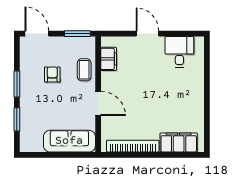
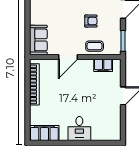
desk: (179, 52) -> (79, 128), moved, turned 90
sofa: (69, 141) -> (38, 40), width x0.73
filing cabinet: (179, 142) -> (44, 133), moved, turned -90

